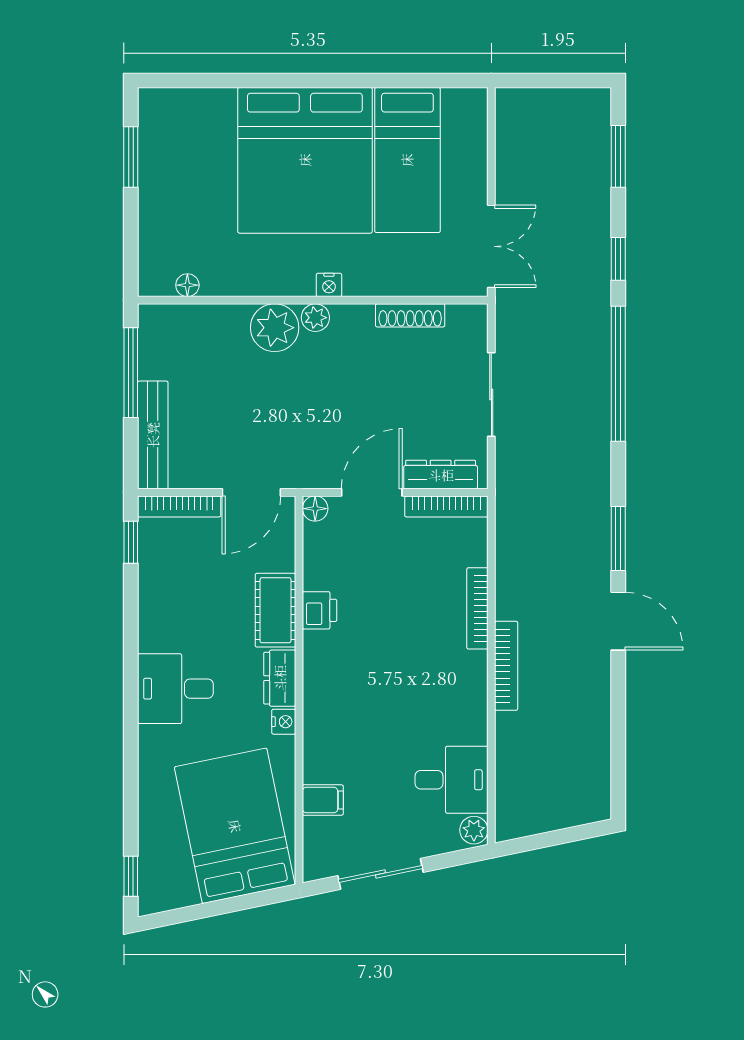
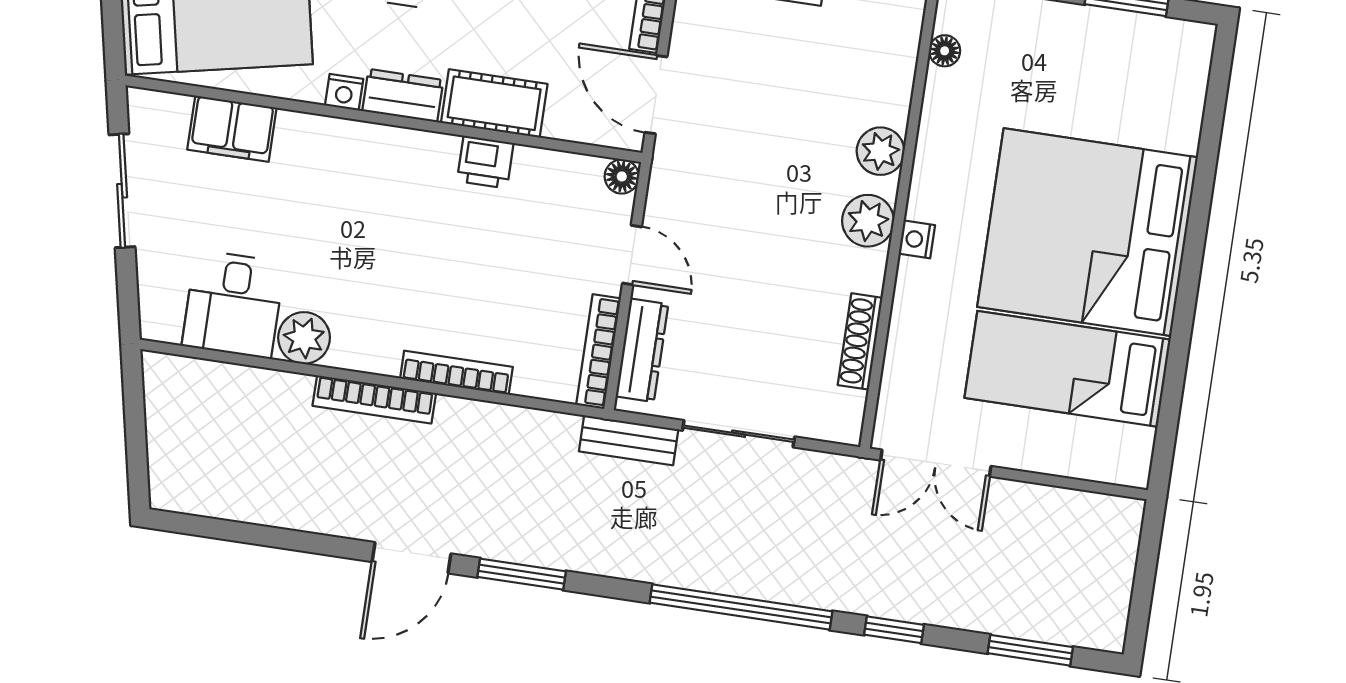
plant: (315, 318) -> (868, 221), width x1.38, depth x1.38
plant: (275, 328) -> (880, 151), width x0.73, depth x0.73
bench: (508, 474) -> (629, 440), added
door: (372, 492) -> (632, 255), width x0.73
filing cabinet: (323, 800) -> (232, 129), width x2.00
plant: (474, 830) -> (304, 338), moved, width x1.38, depth x1.38

